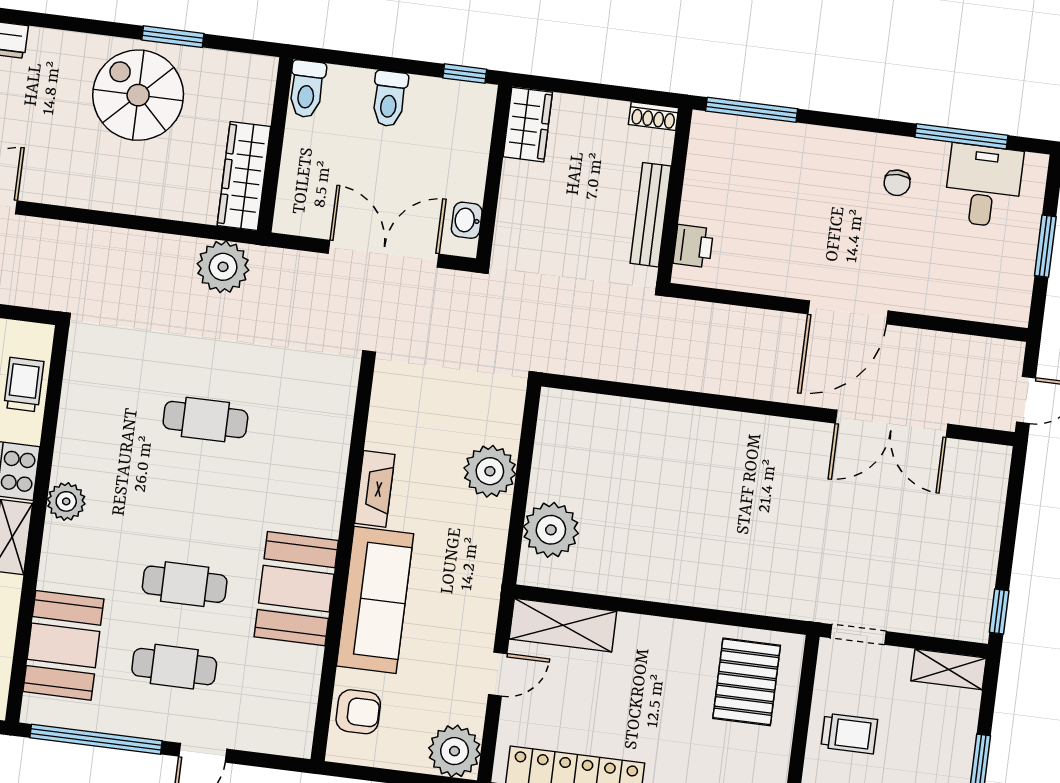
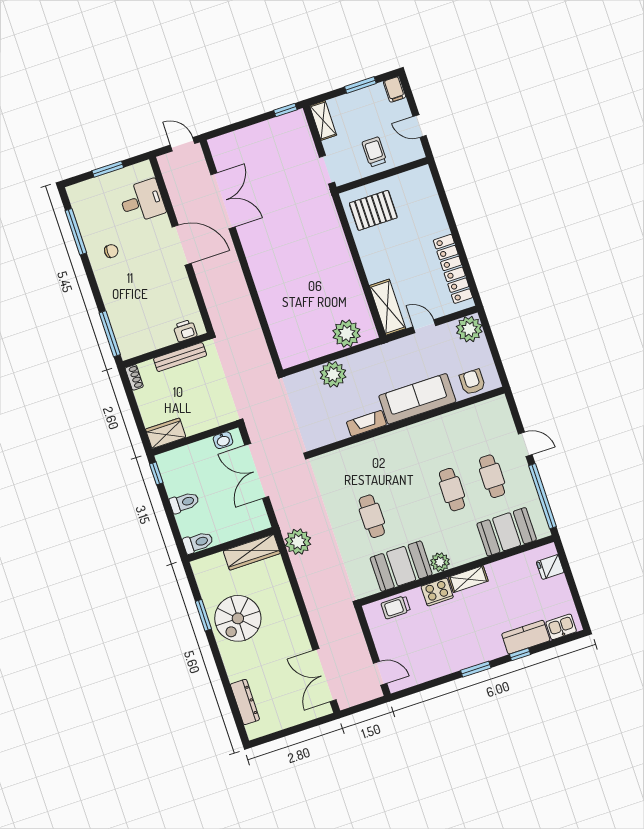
desk: (983, 186) -> (142, 201), moved, turned 180
booth: (296, 589) -> (401, 566), moved

